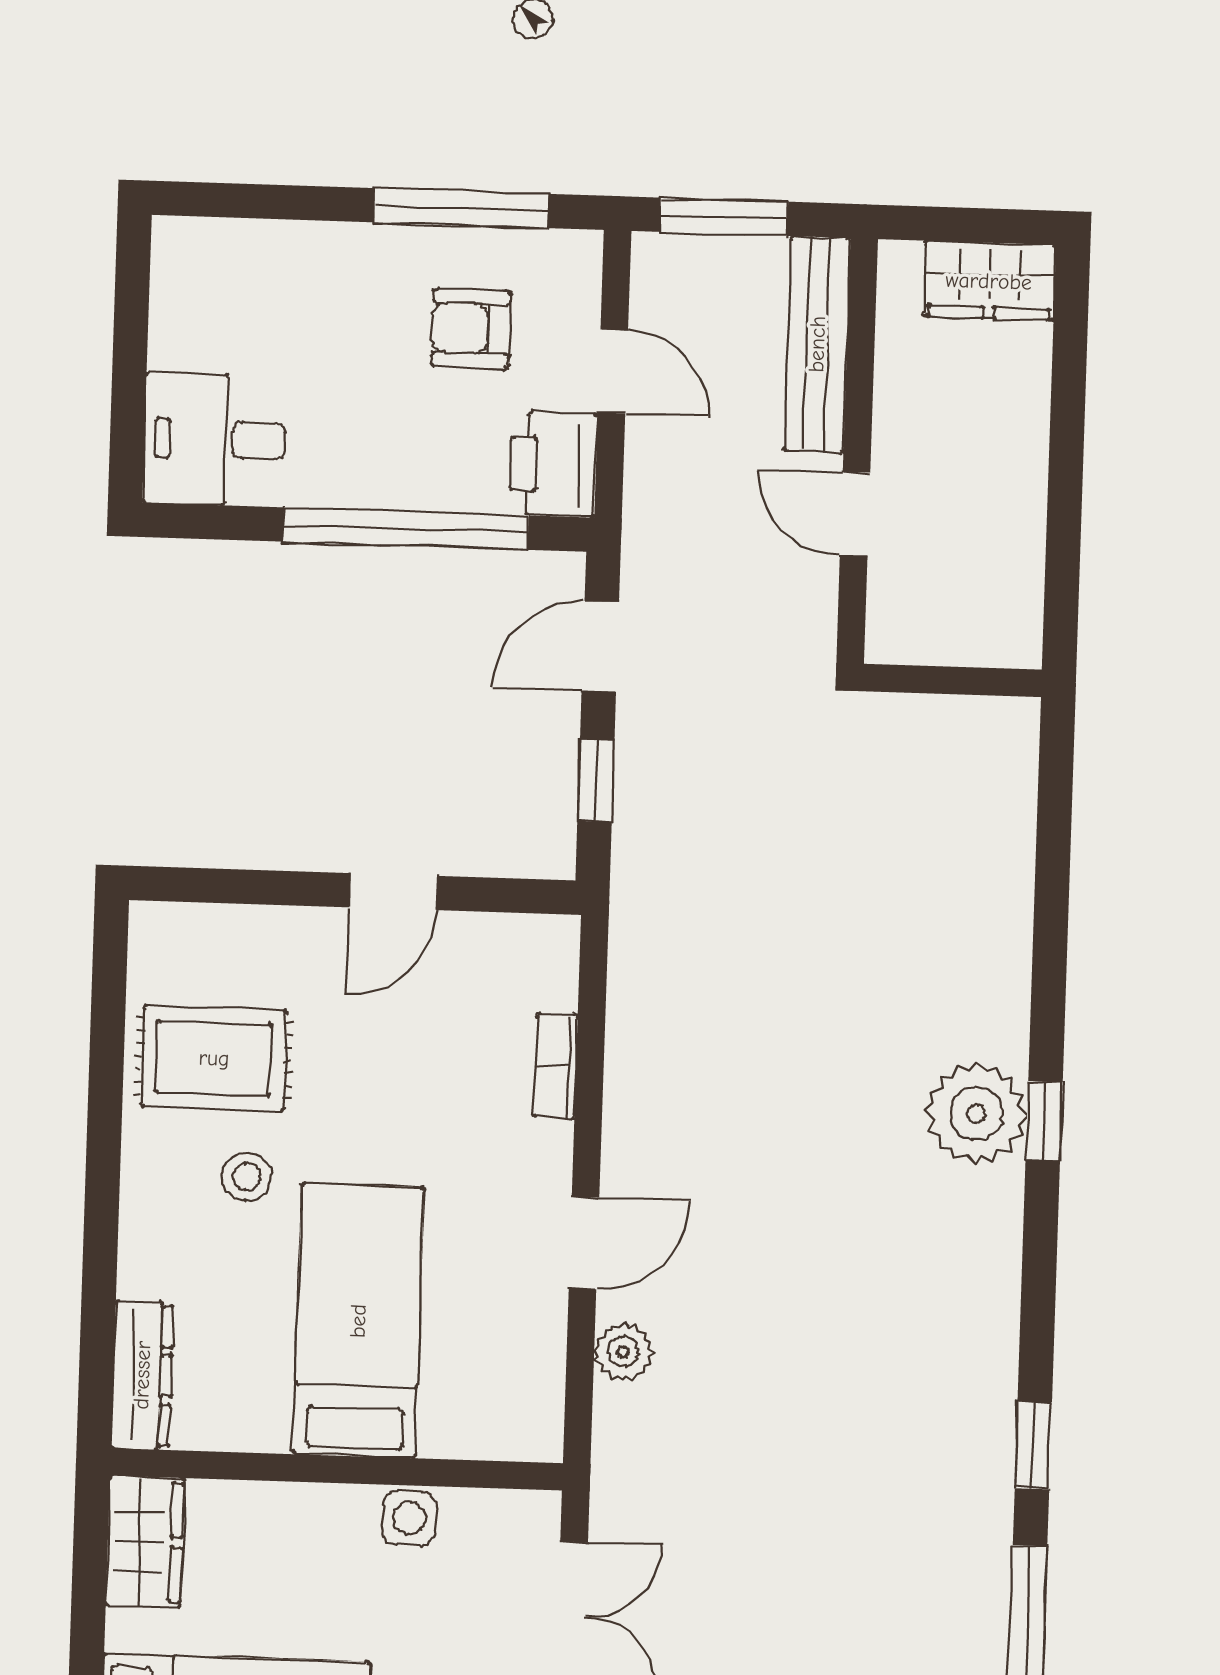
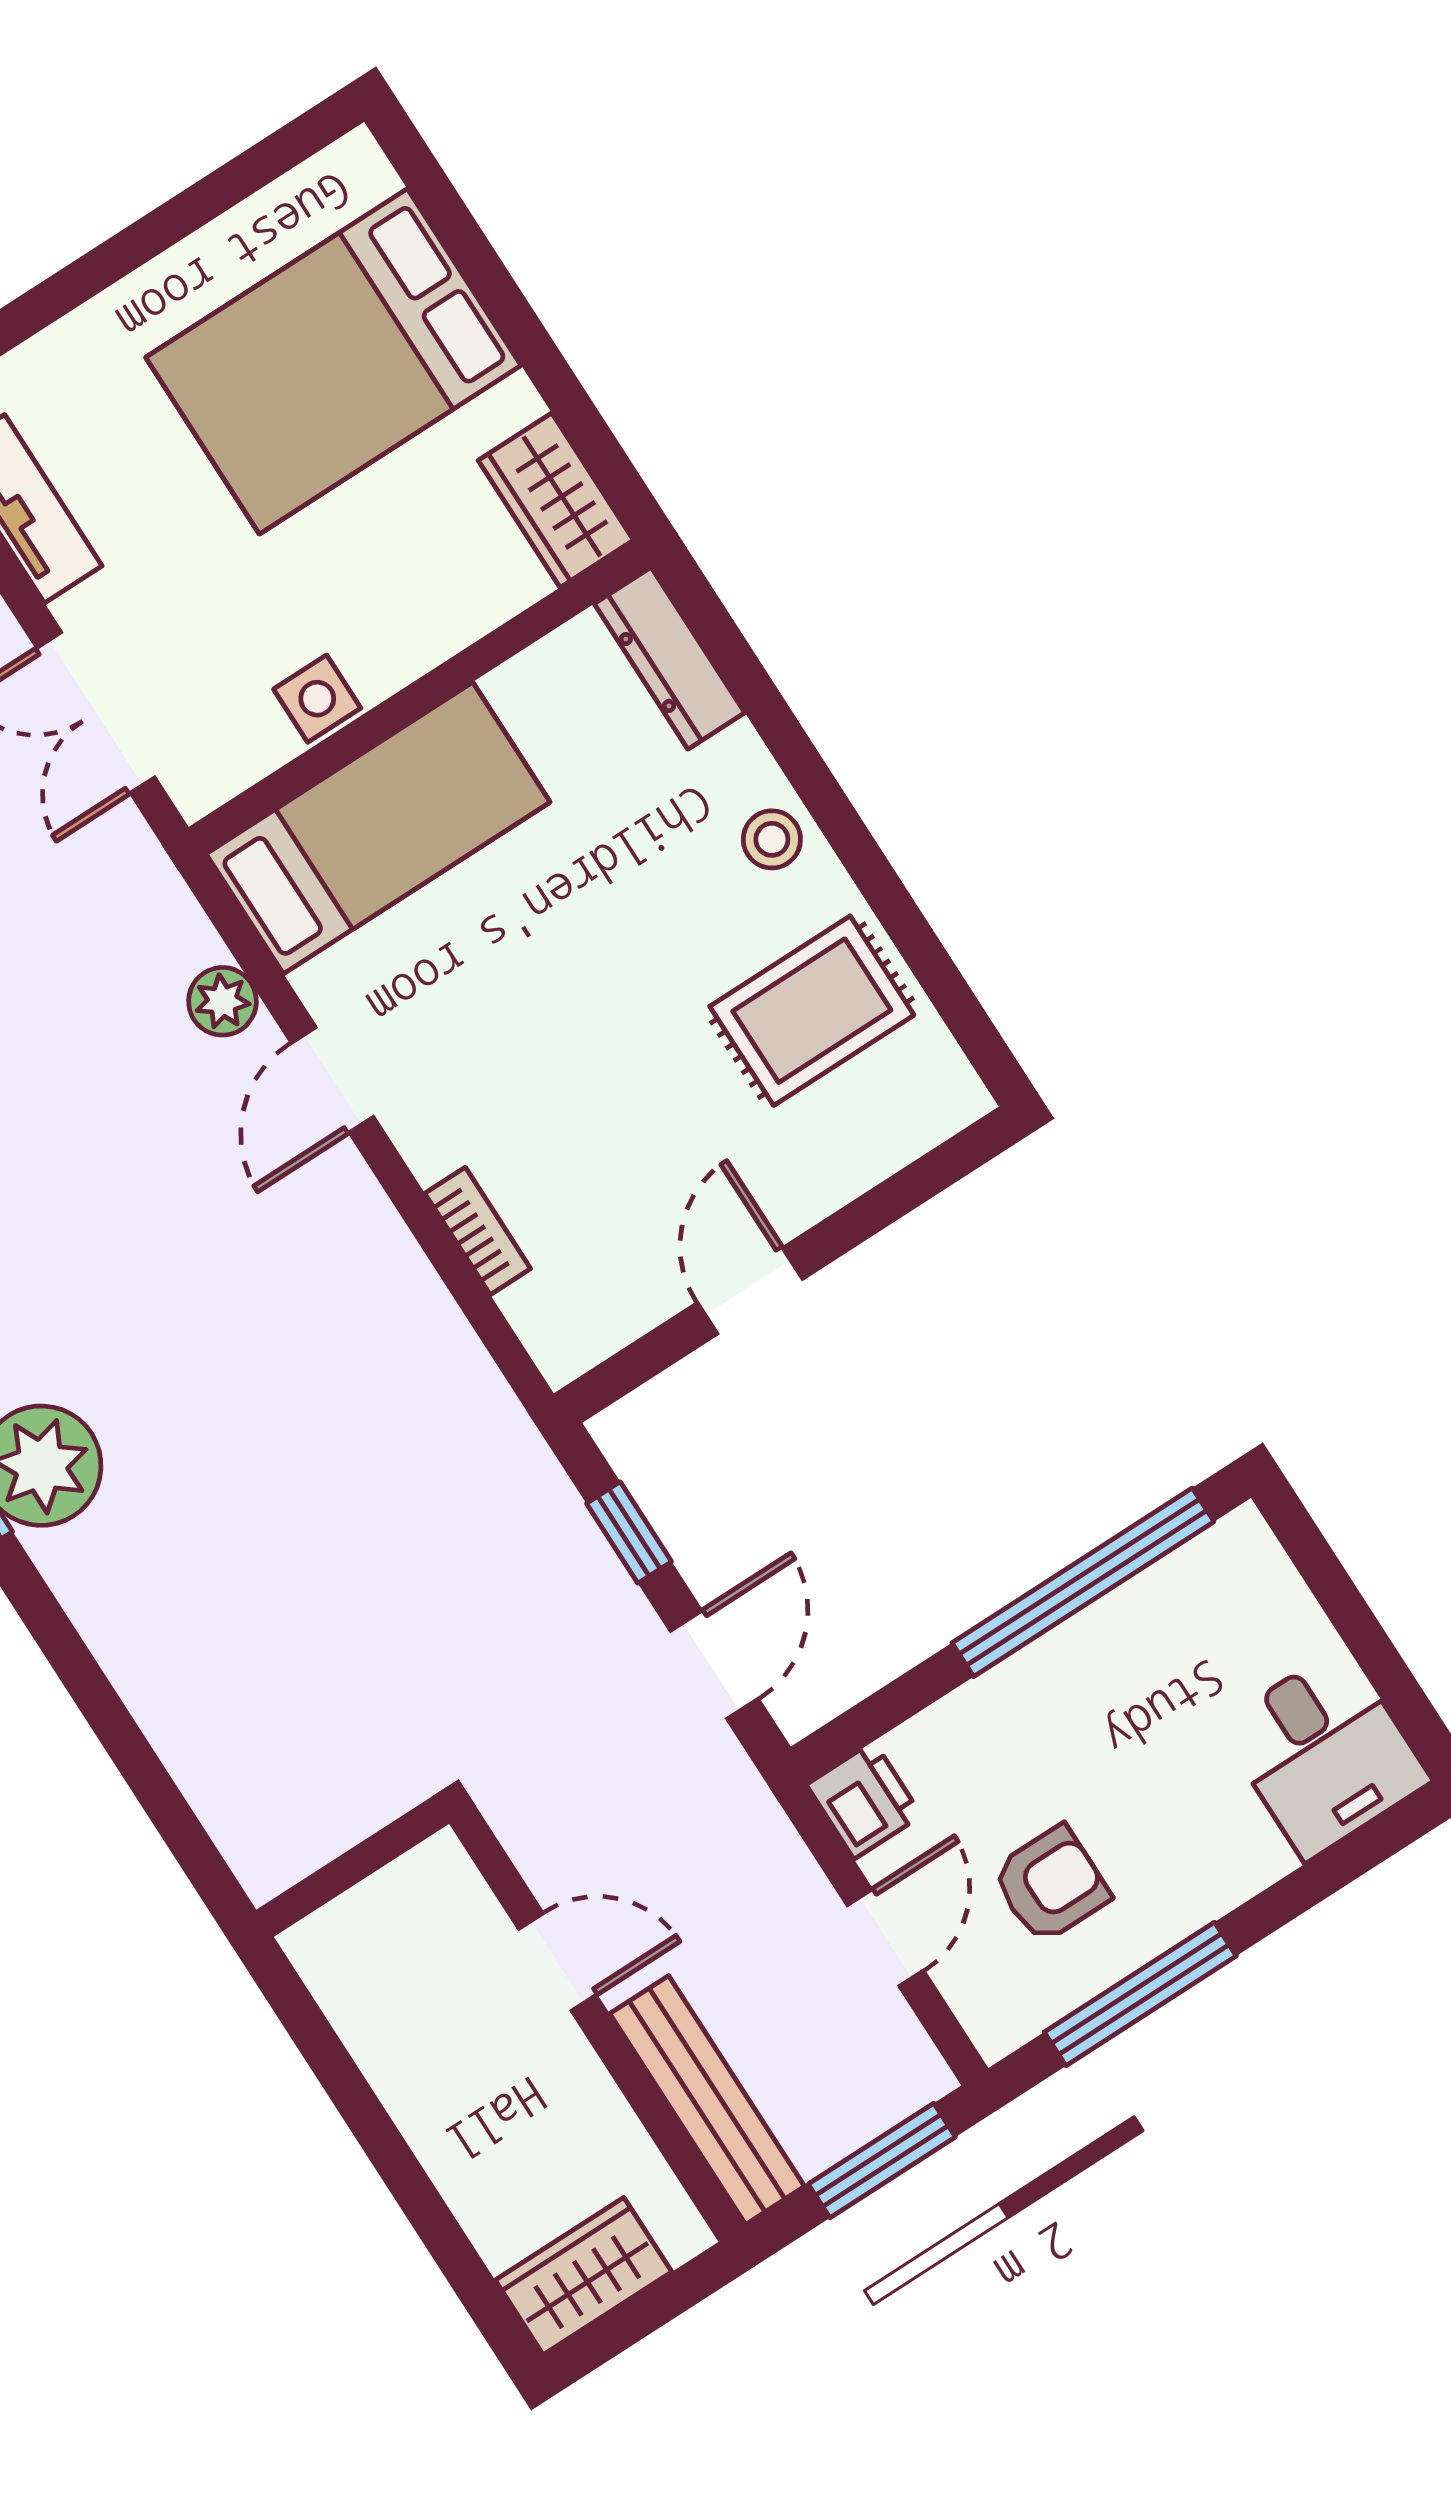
door: (613, 371) -> (885, 1938), swing flipped
desk: (215, 440) -> (1324, 1753), moved, turned 90
printer: (553, 465) -> (864, 1800), width x0.73, depth x0.81
window: (406, 529) -> (1083, 1582), moved
stool: (247, 1177) -> (772, 839), moved
bed: (358, 1321) -> (378, 828), moved, turned -90

